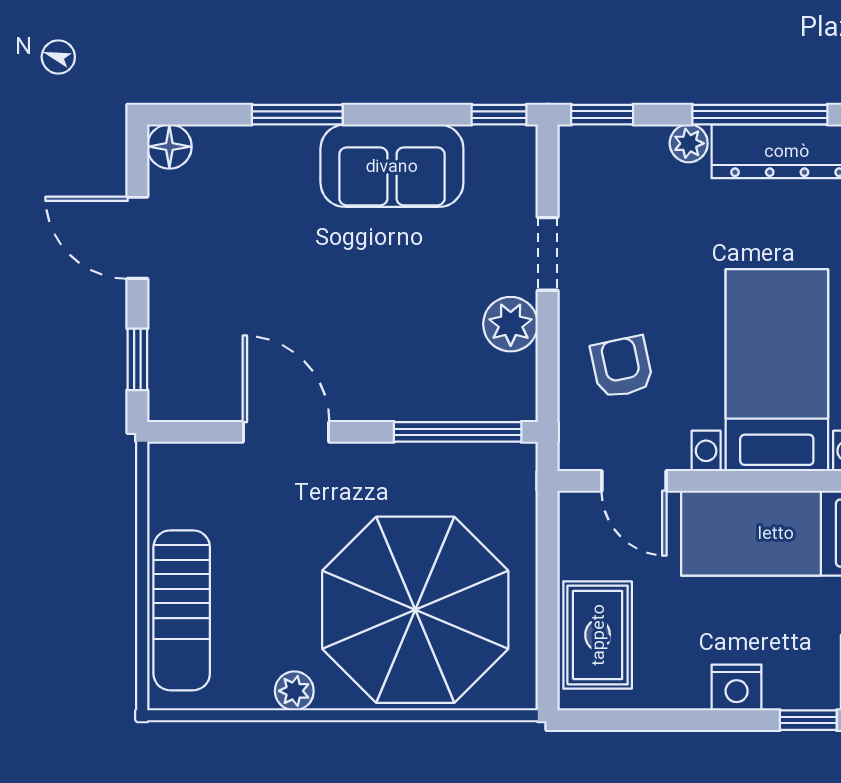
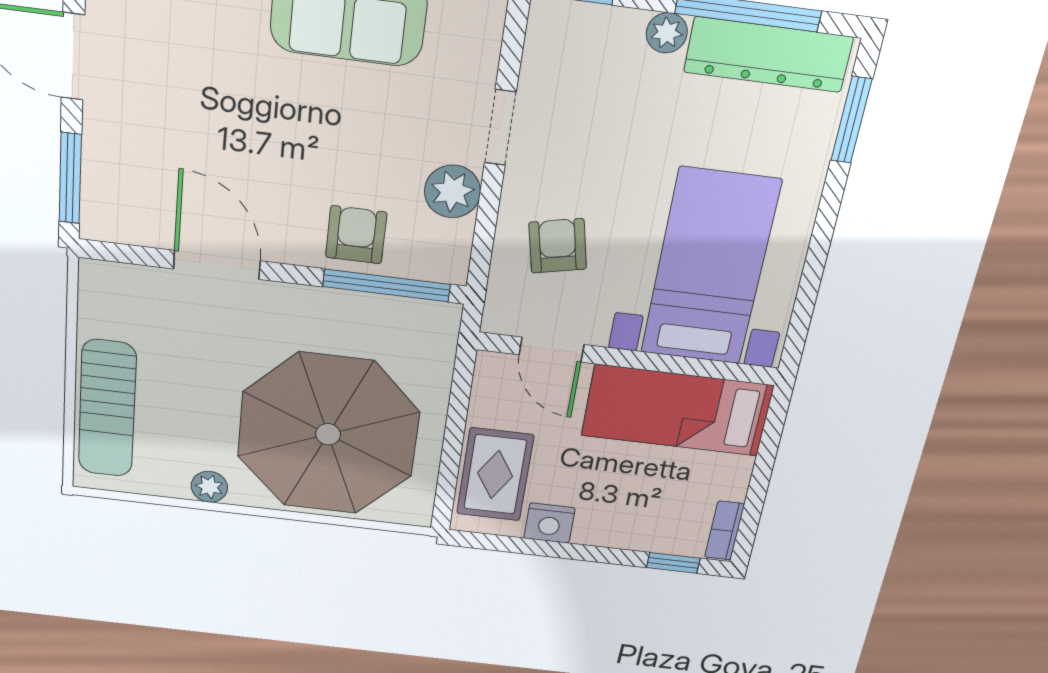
window: (137, 359) -> (70, 178), width x1.50
armchair: (422, 382) -> (356, 235), added
nightstand: (737, 687) -> (549, 523), moved

